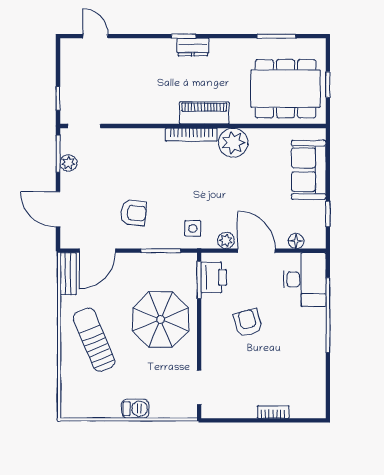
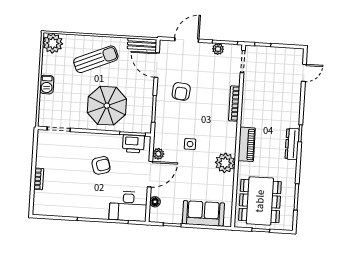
dresser: (193, 47) -> (292, 144), width x1.44
bookcase: (191, 135) -> (234, 104), moved
side table: (193, 228) -> (190, 144), moved
plant: (75, 404) -> (53, 43), added

